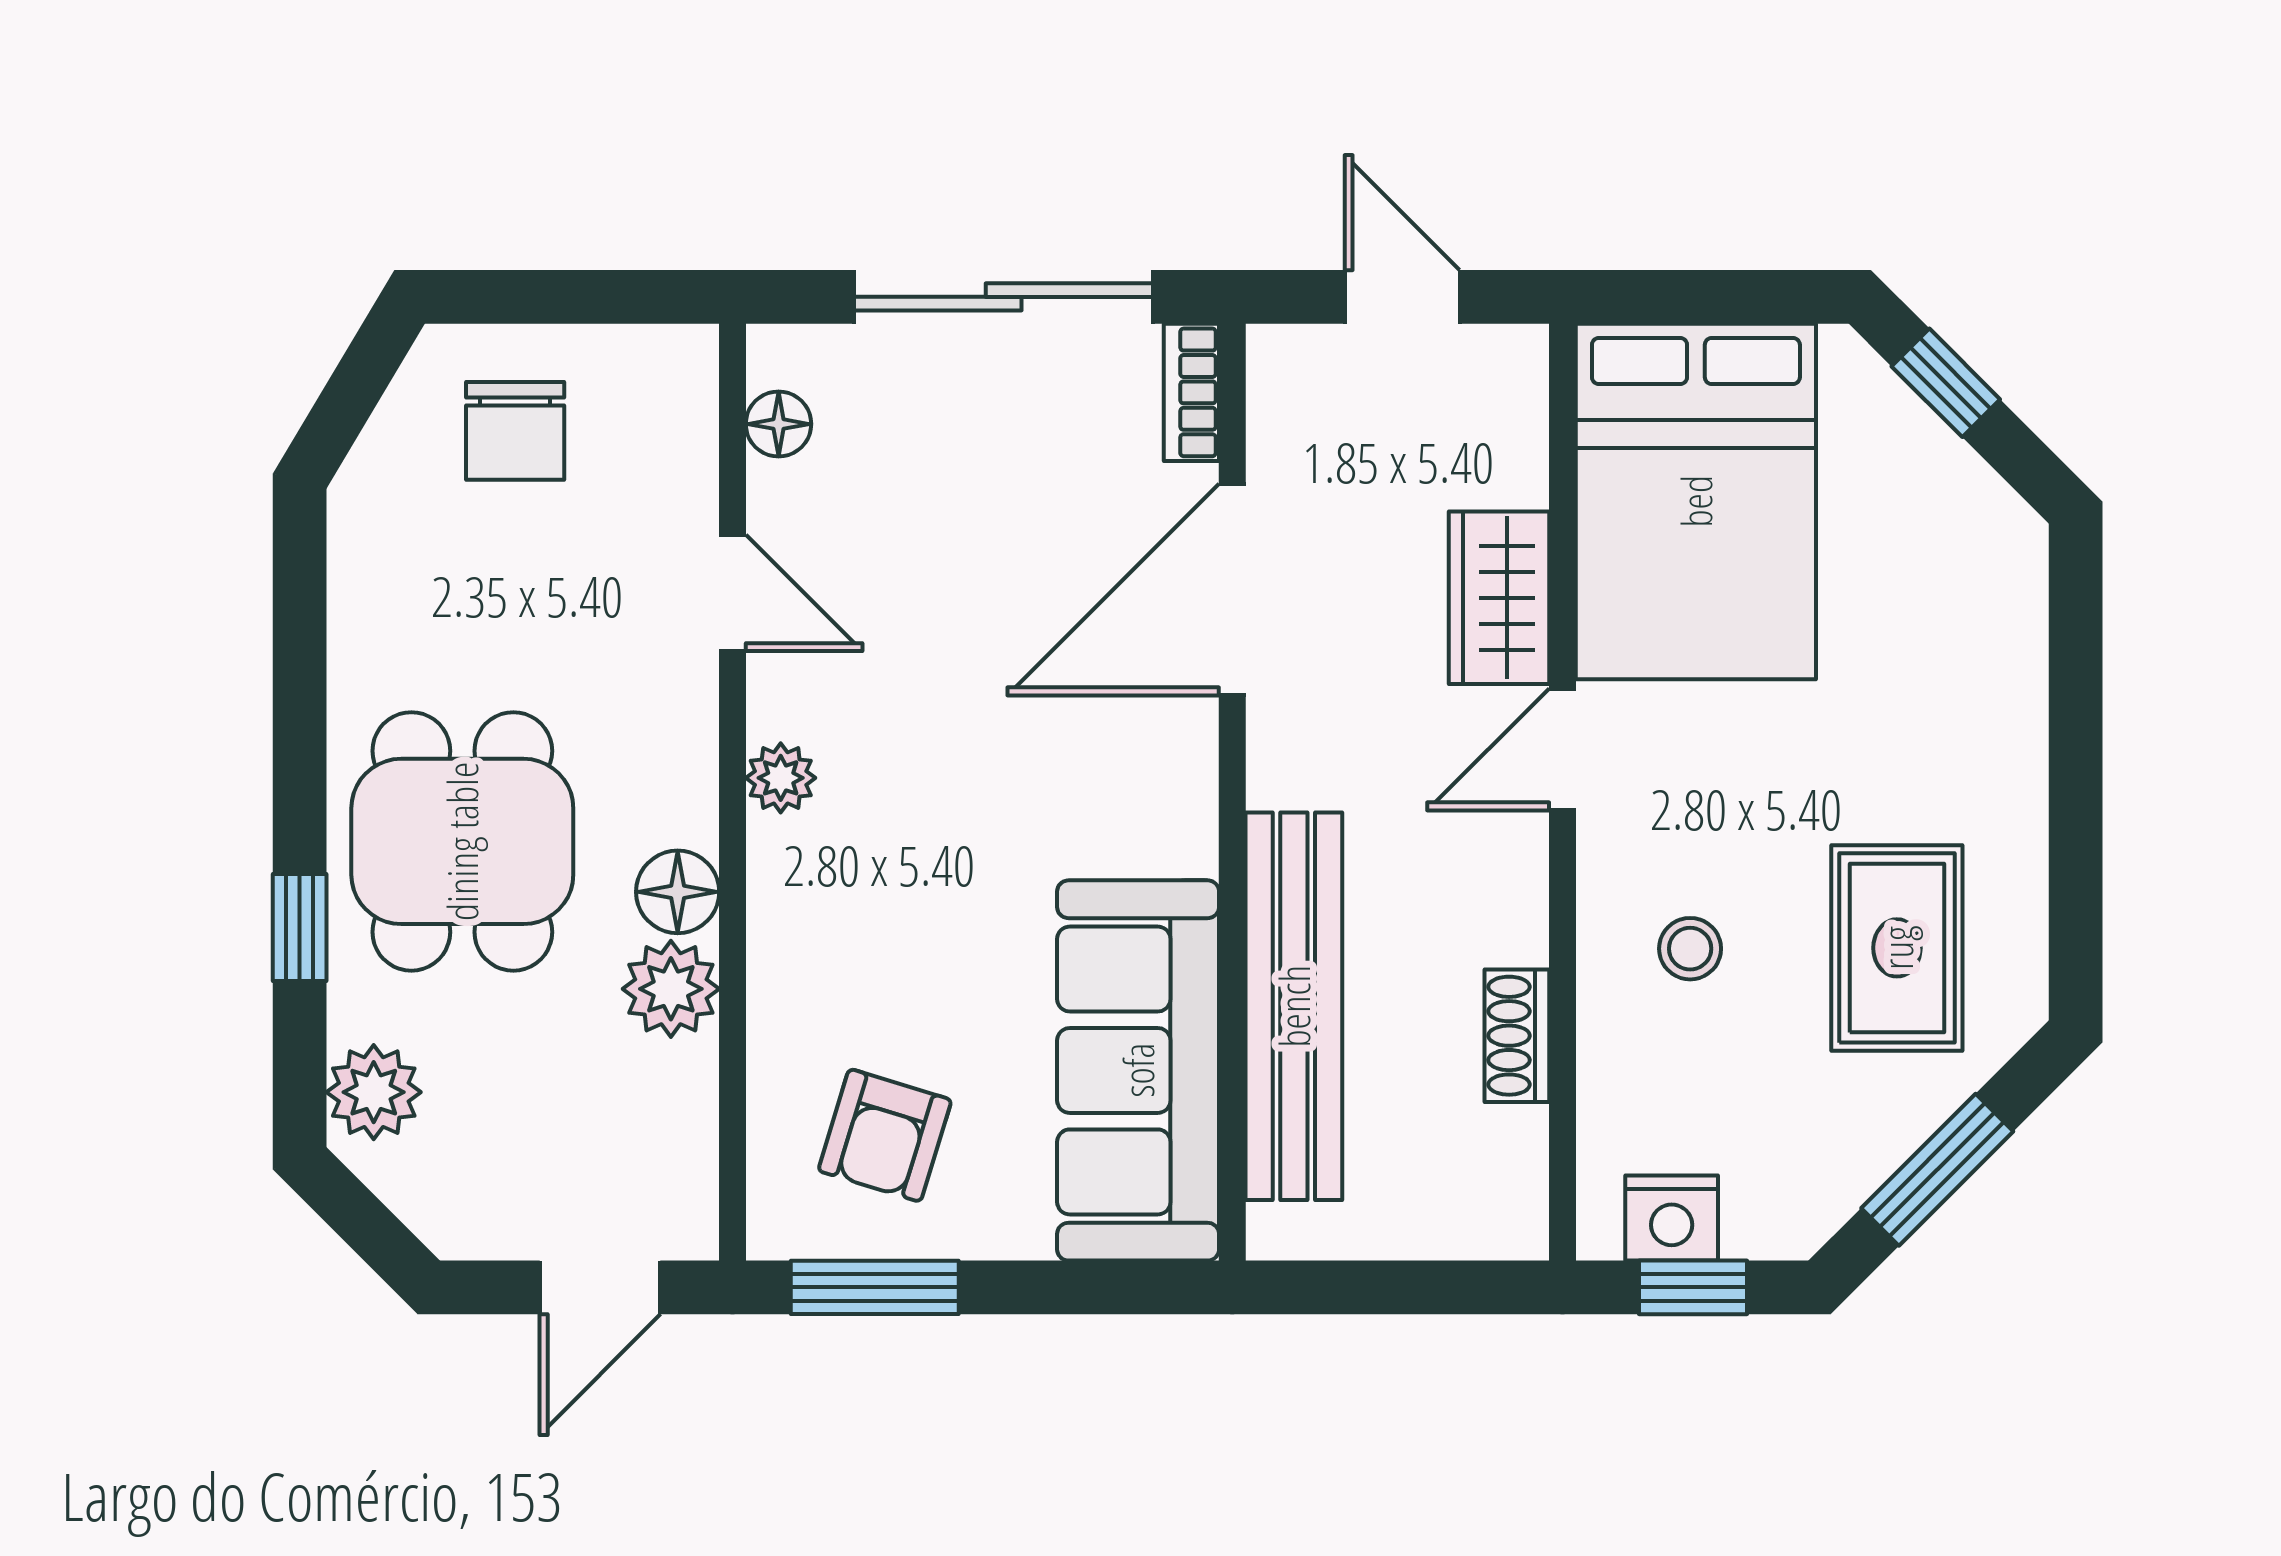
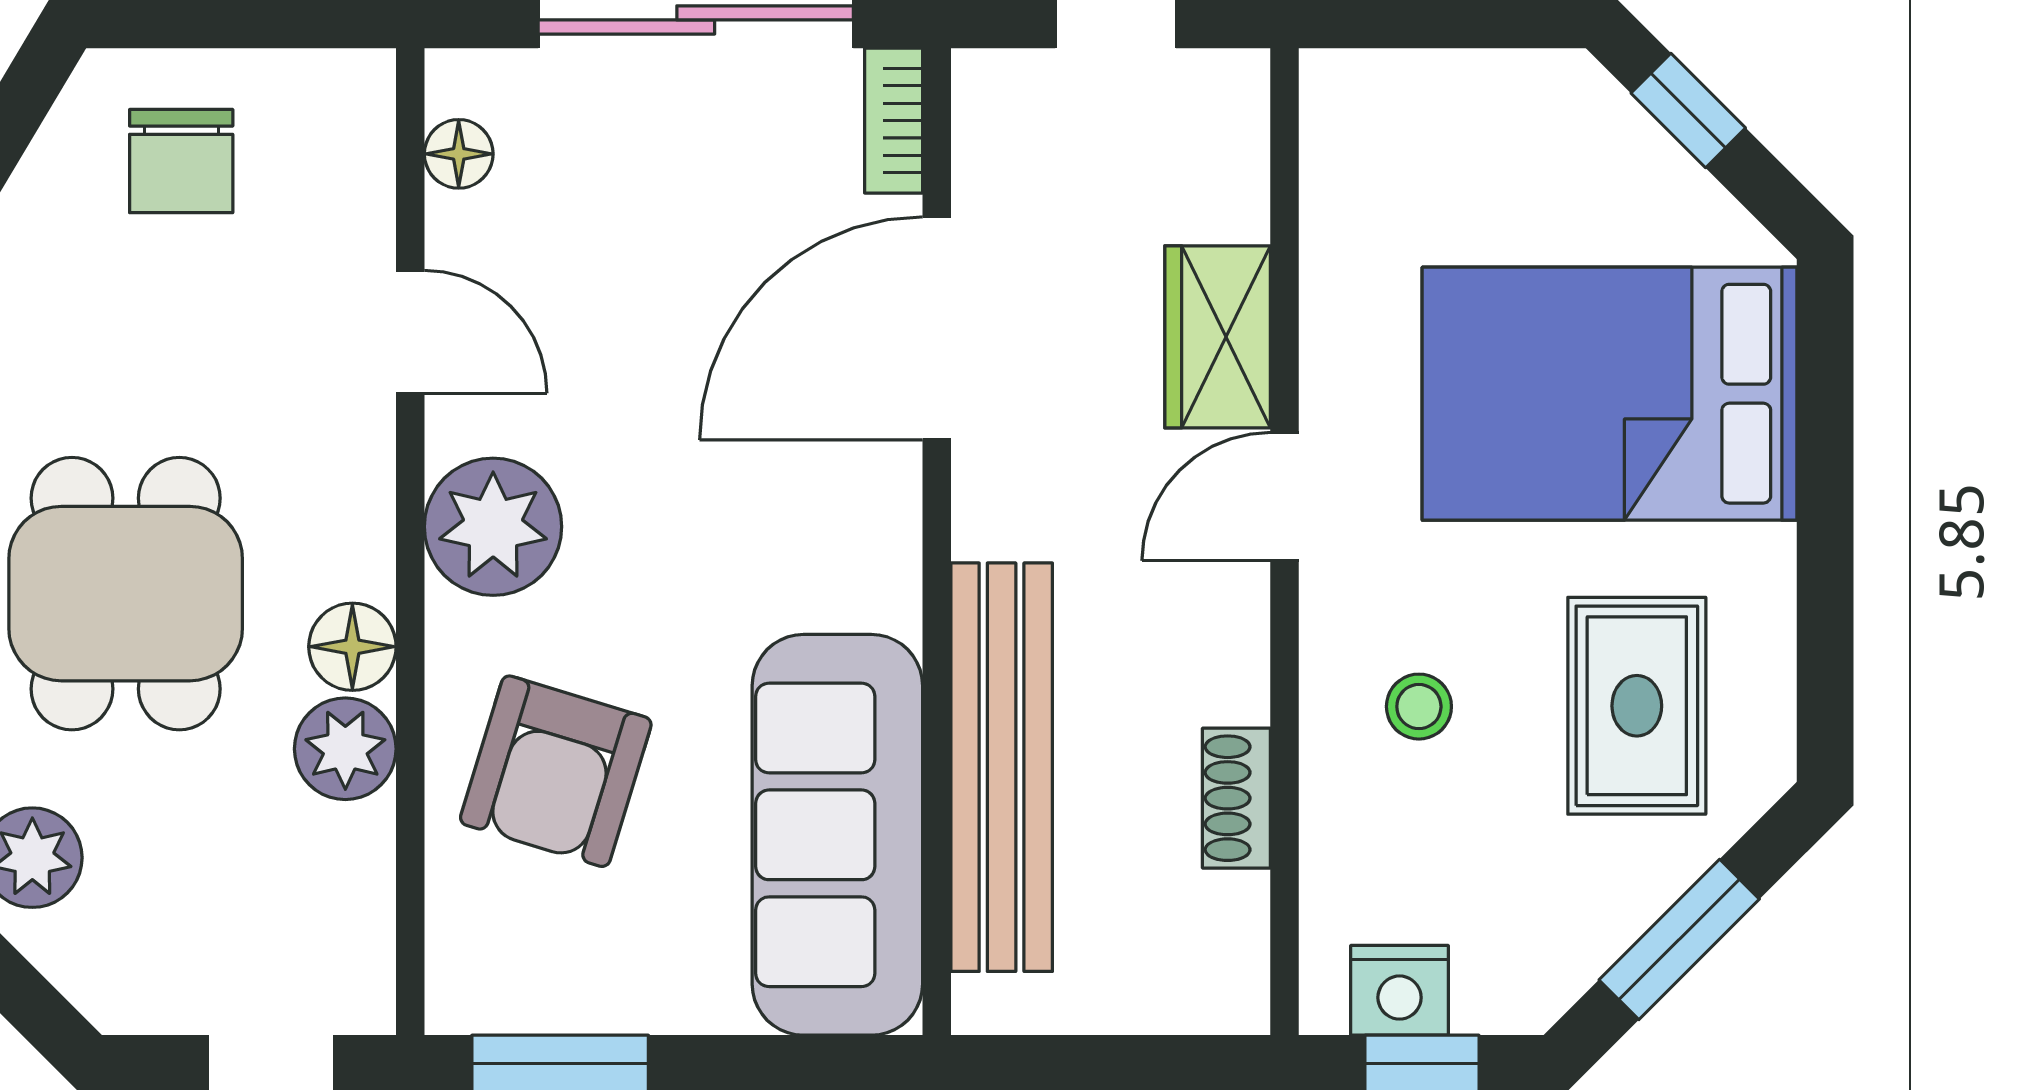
bed: (1696, 501) -> (1609, 394), moved, turned 90
plant: (781, 778) -> (493, 527), width x1.87, depth x1.87
armchair: (885, 1135) -> (556, 771), moved, width x1.38, depth x1.38

